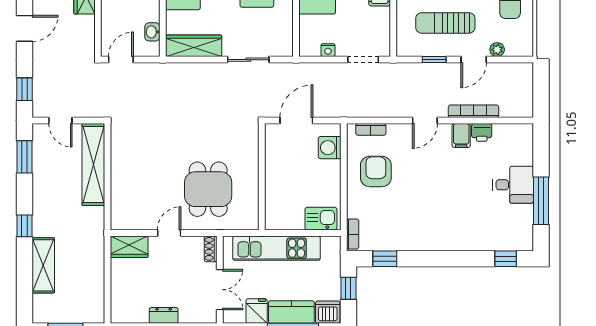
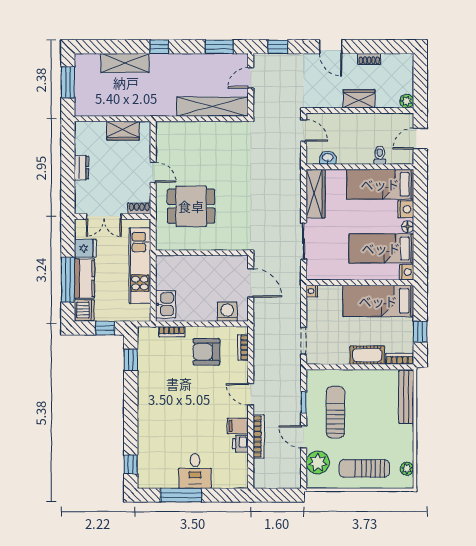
nightstand: (328, 50) -> (312, 291), moved
plant: (497, 50) -> (318, 463), width x1.88, depth x1.88
armchair: (376, 171) -> (206, 352), turned 180
bookcase: (353, 234) -> (172, 332), moved
wardrobe: (129, 247) -> (123, 131), moved, turned -90

